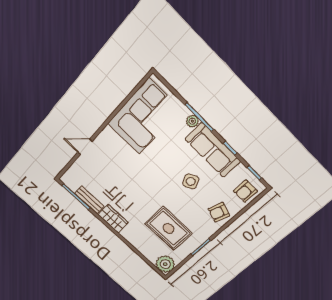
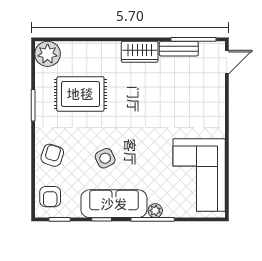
door: (85, 147) -> (227, 62), moved
armchair: (245, 191) -> (50, 197), turned 180

